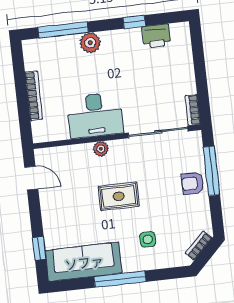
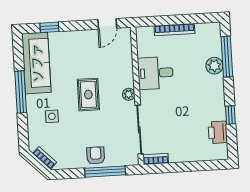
plant: (90, 43) -> (214, 66), moved
desk: (95, 115) -> (155, 73), width x0.73
plant: (101, 149) -> (129, 94), moved

